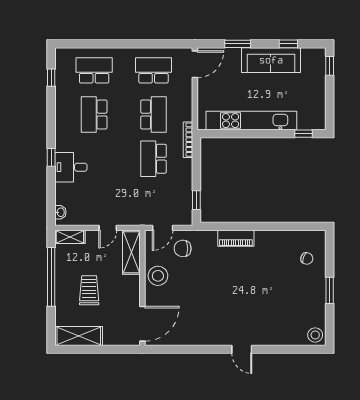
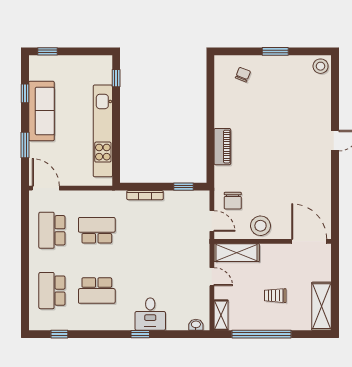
bookcase: (188, 140) -> (145, 195), moved
school desk: (153, 159) -> (142, 230), removed
trolley: (89, 290) -> (275, 296), width x0.73, depth x0.72

